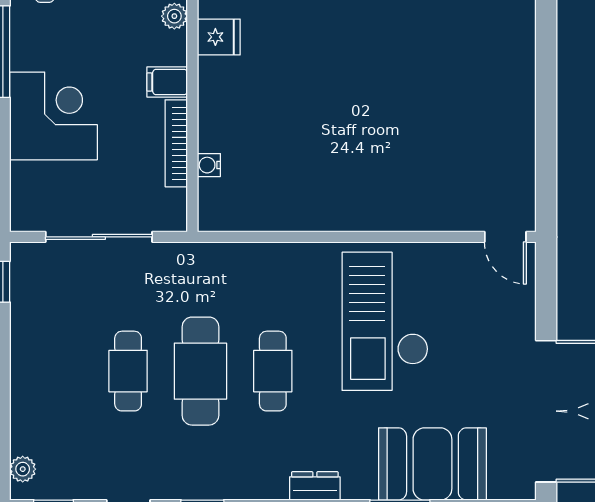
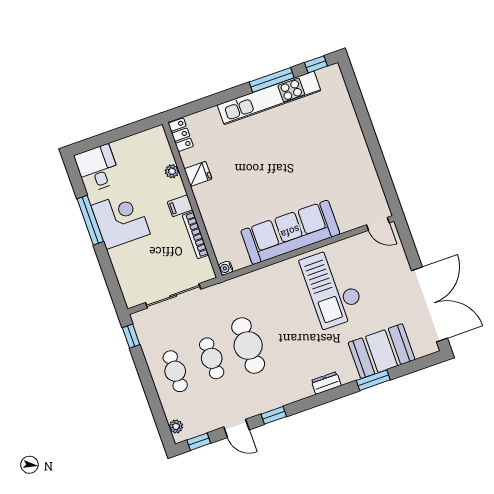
corner desk: (54, 116) -> (121, 220), moved
water cooler: (209, 165) -> (226, 268), moved
sofa: (345, 197) -> (290, 232), added
cafe table: (273, 371) -> (175, 371), moved

